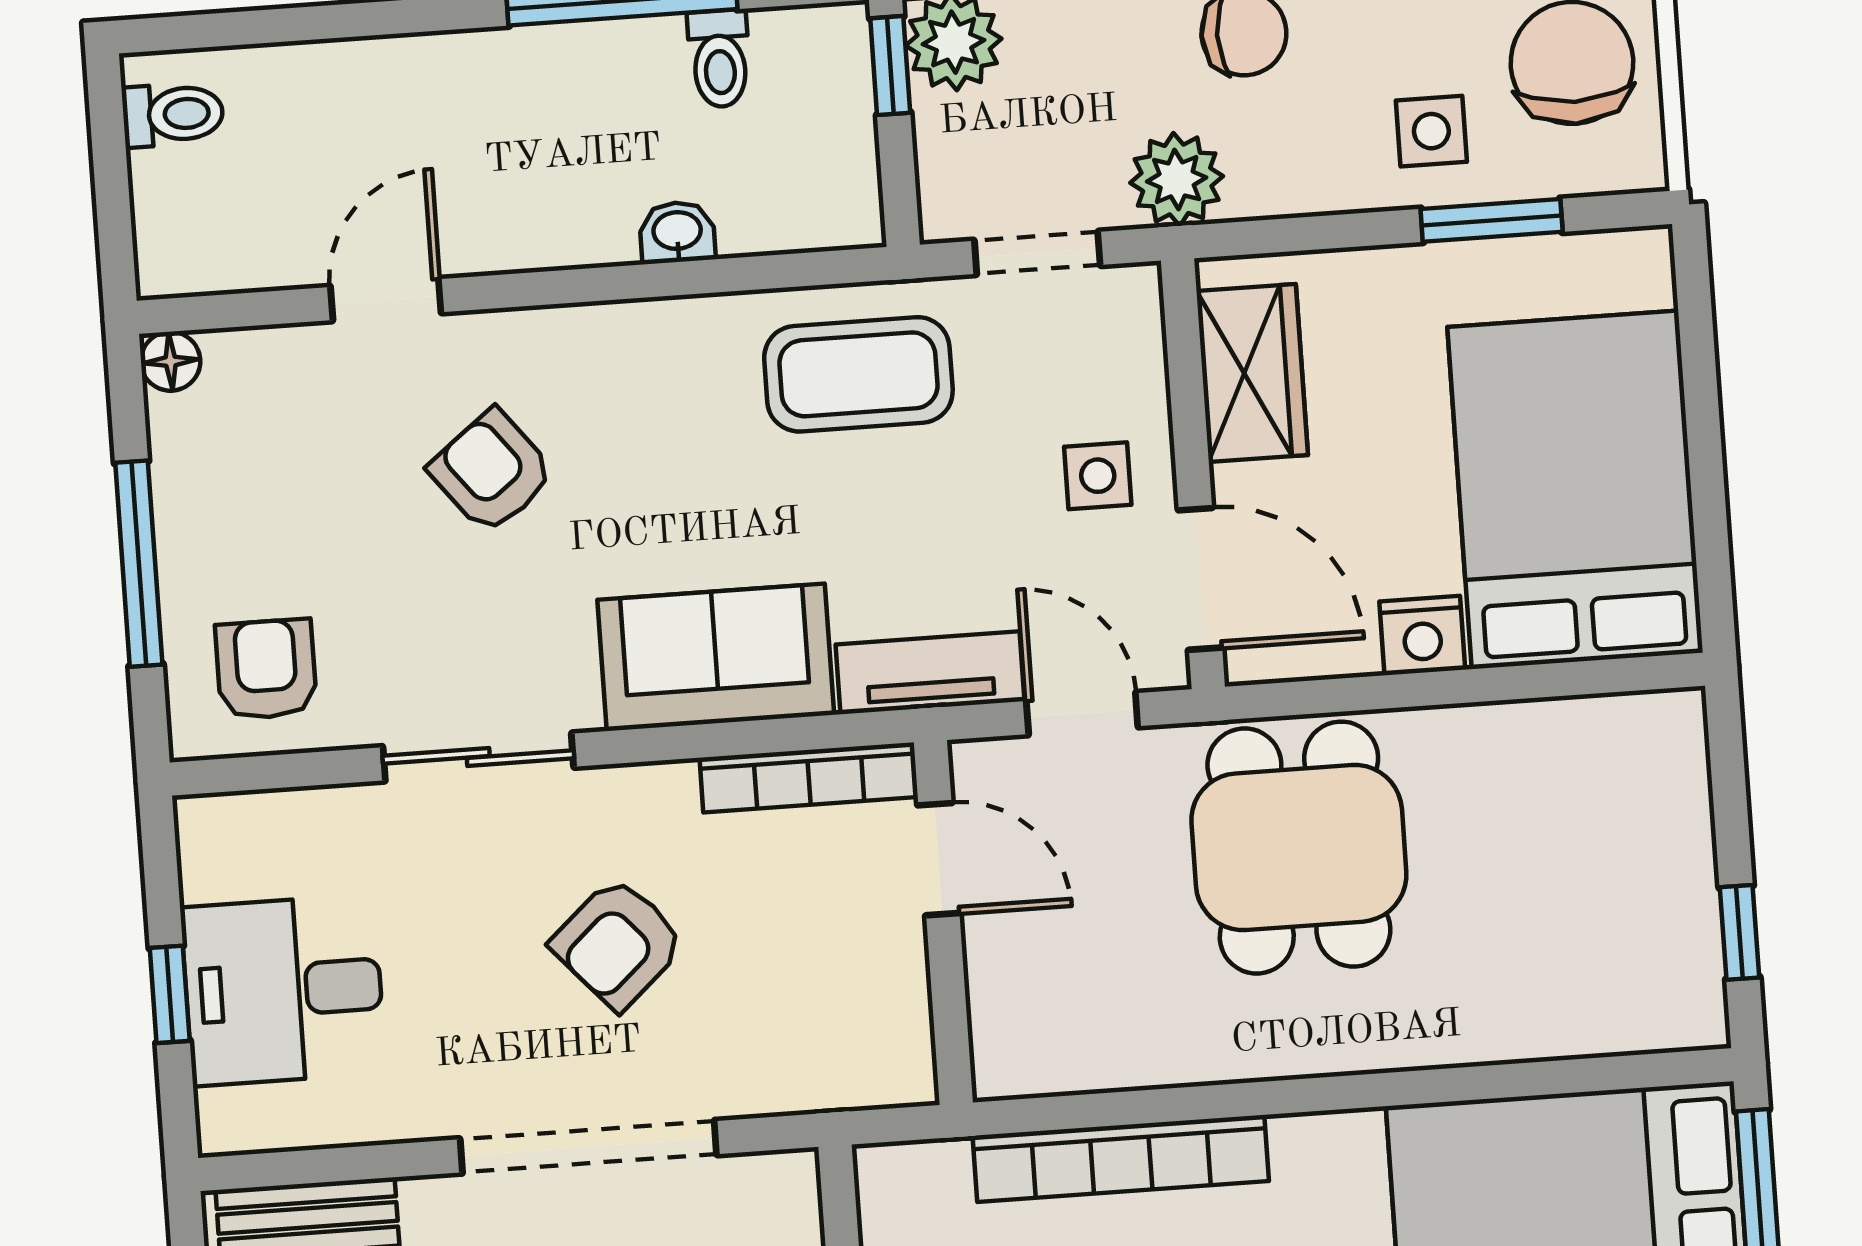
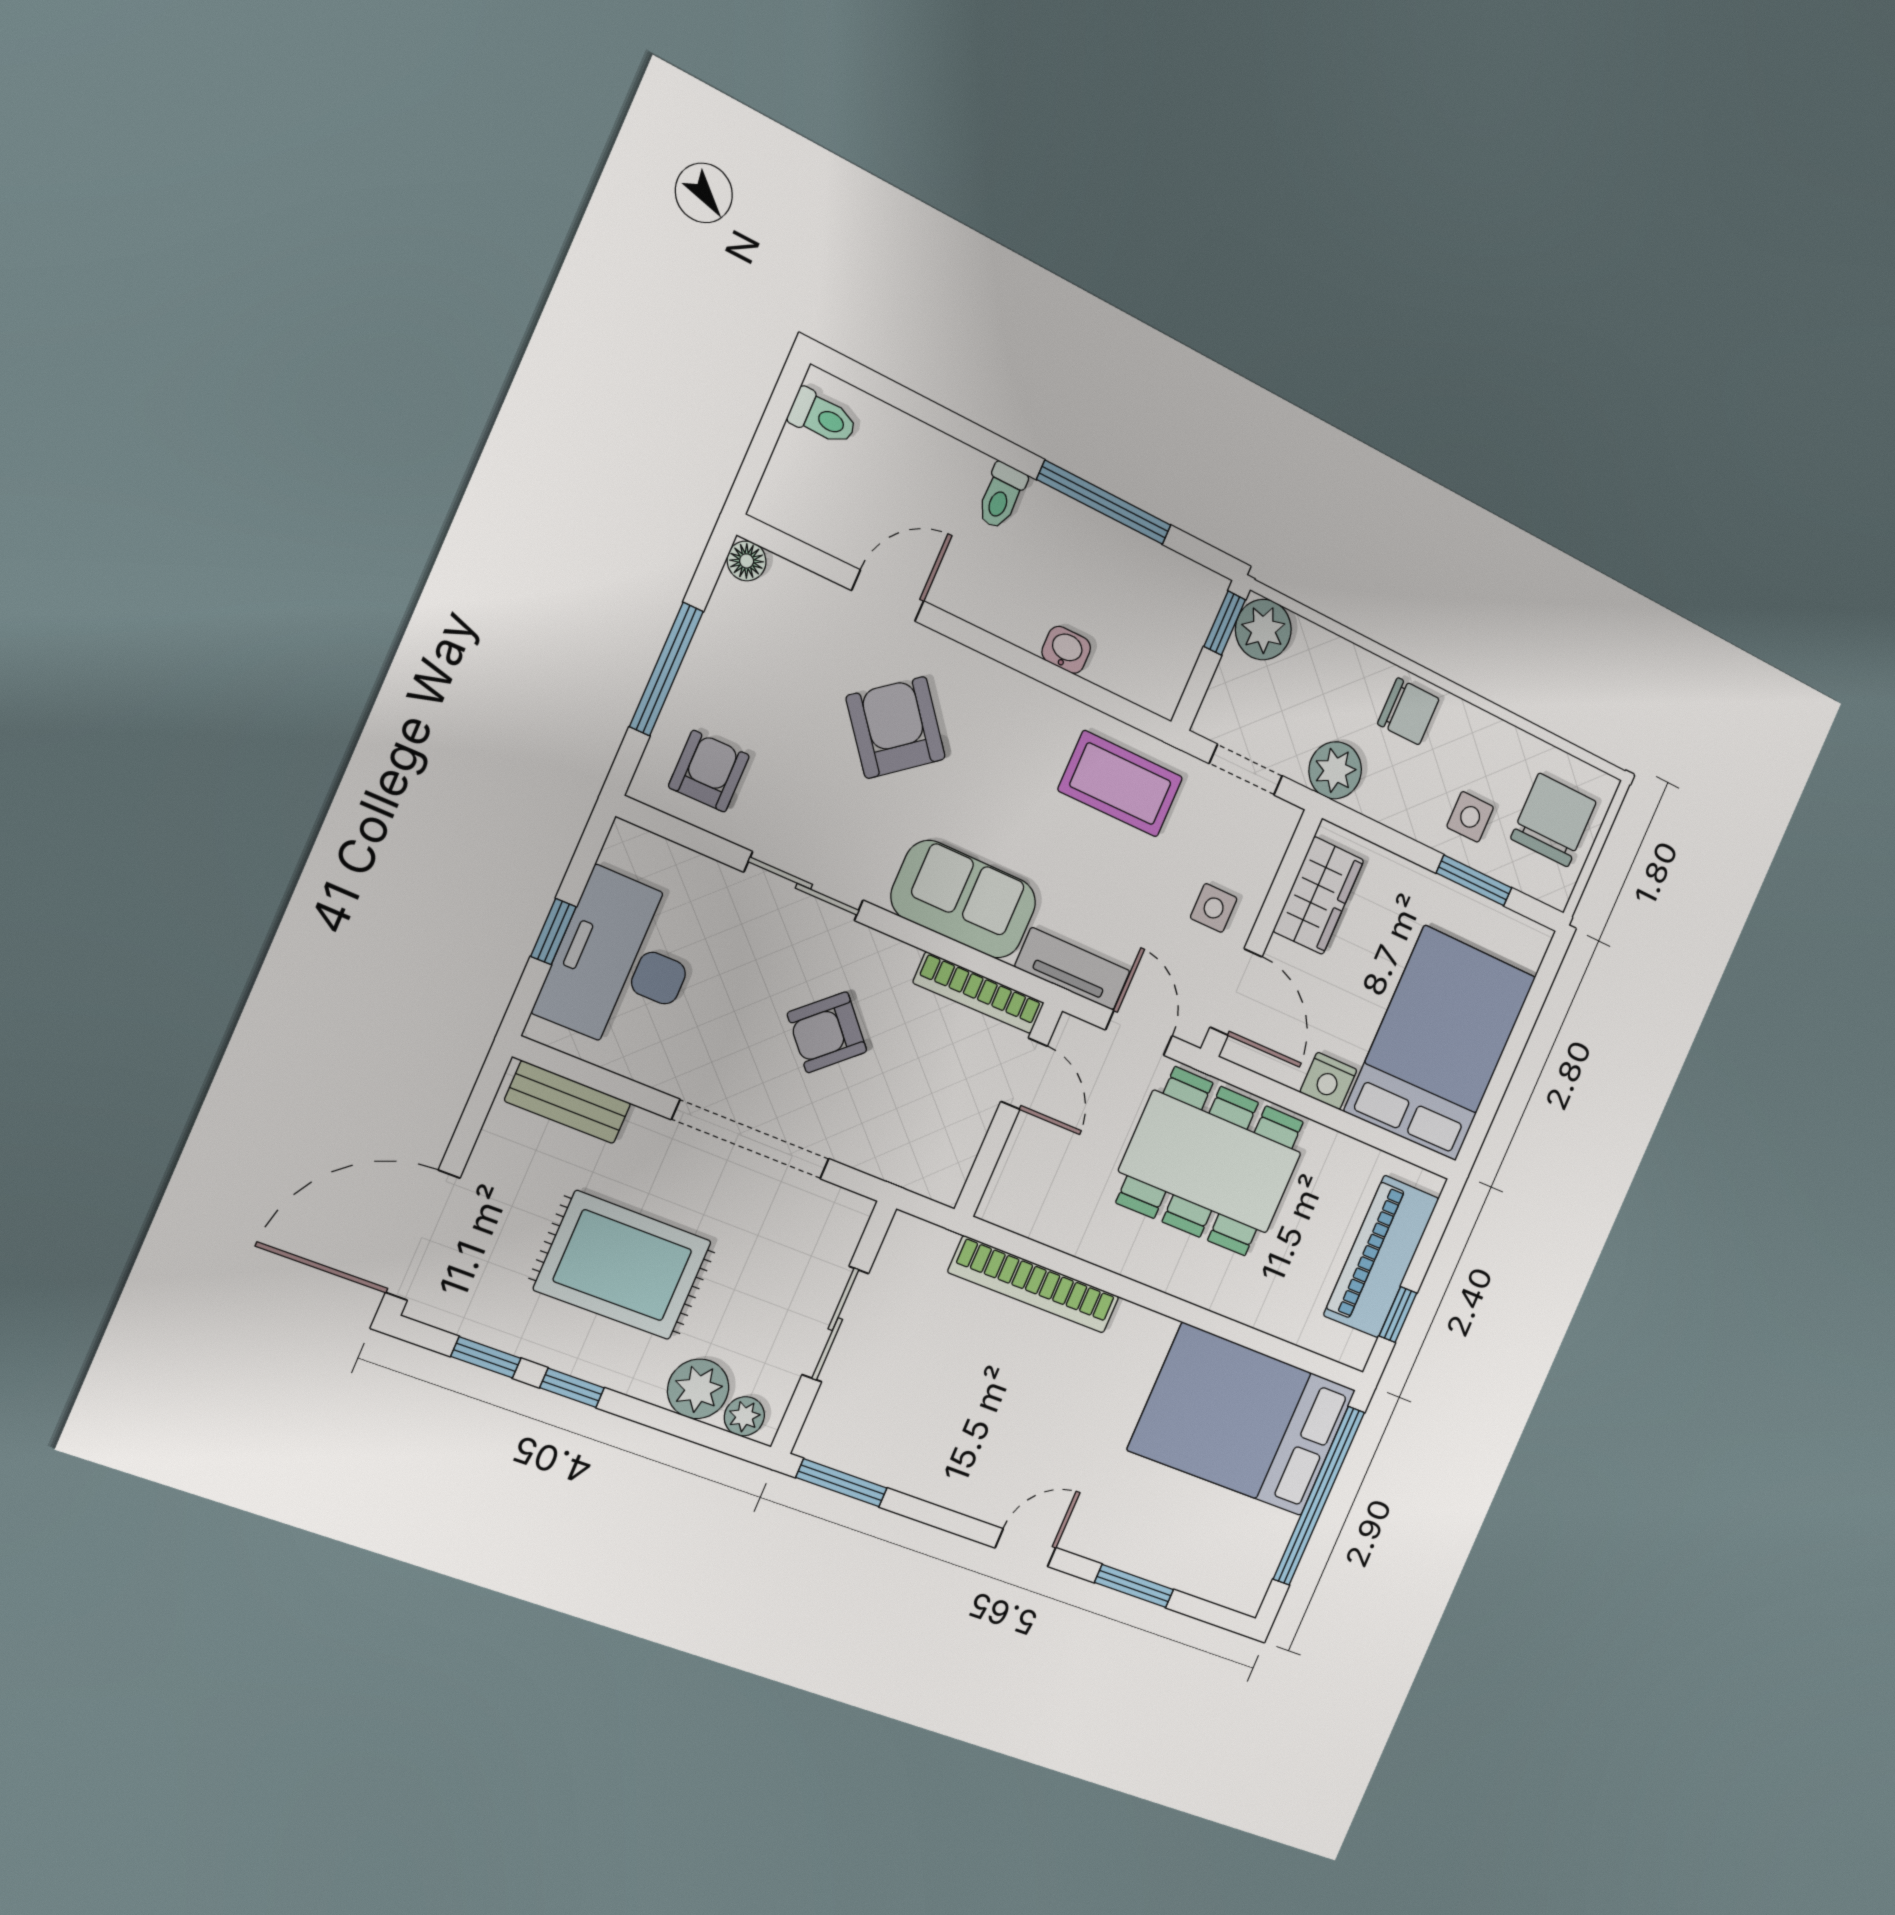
toilet: (719, 59) -> (1001, 496), moved
armchair: (492, 472) -> (896, 728), width x1.38, depth x1.38
dining table: (1299, 848) -> (1210, 1162), width x1.38
piano: (1661, 857) -> (1381, 1257), added
desk: (283, 990) -> (622, 963), width x1.37

